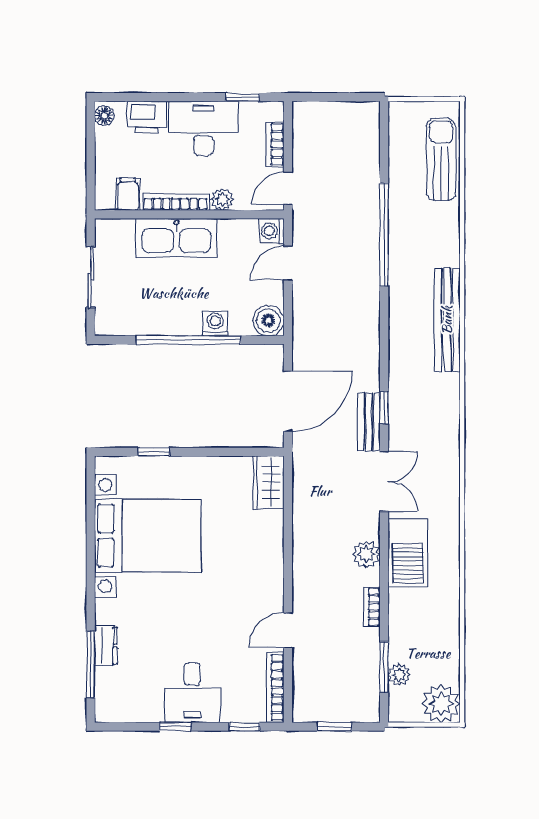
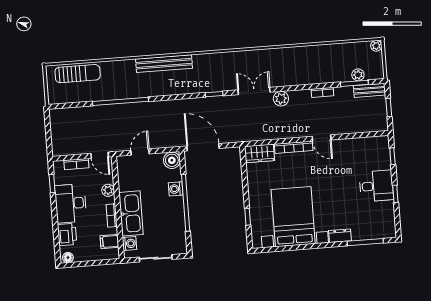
sun lounger: (441, 159) -> (78, 74), turned 180
bookcase: (175, 202) -> (112, 215), width x0.64
washing machine: (272, 231) -> (129, 243), moved, turned -90
door: (288, 263) -> (140, 152), swing flipped
door: (288, 401) -> (203, 147), moved
bench: (369, 422) -> (369, 90), moved
barbecue: (408, 553) -> (292, 75), removed
plant: (366, 554) -> (281, 99), moved
door: (288, 630) -> (322, 138), moved
dresser: (106, 646) -> (340, 236), moved
bookcase: (275, 687) -> (294, 147), moved
plant: (441, 704) -> (376, 46), width x0.53, depth x0.53

